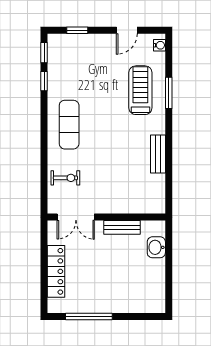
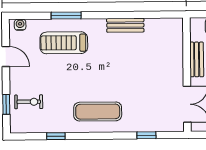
window: (44, 53) -> (146, 135), moved
exercise bike: (65, 178) -> (29, 102), moved, turned 90

